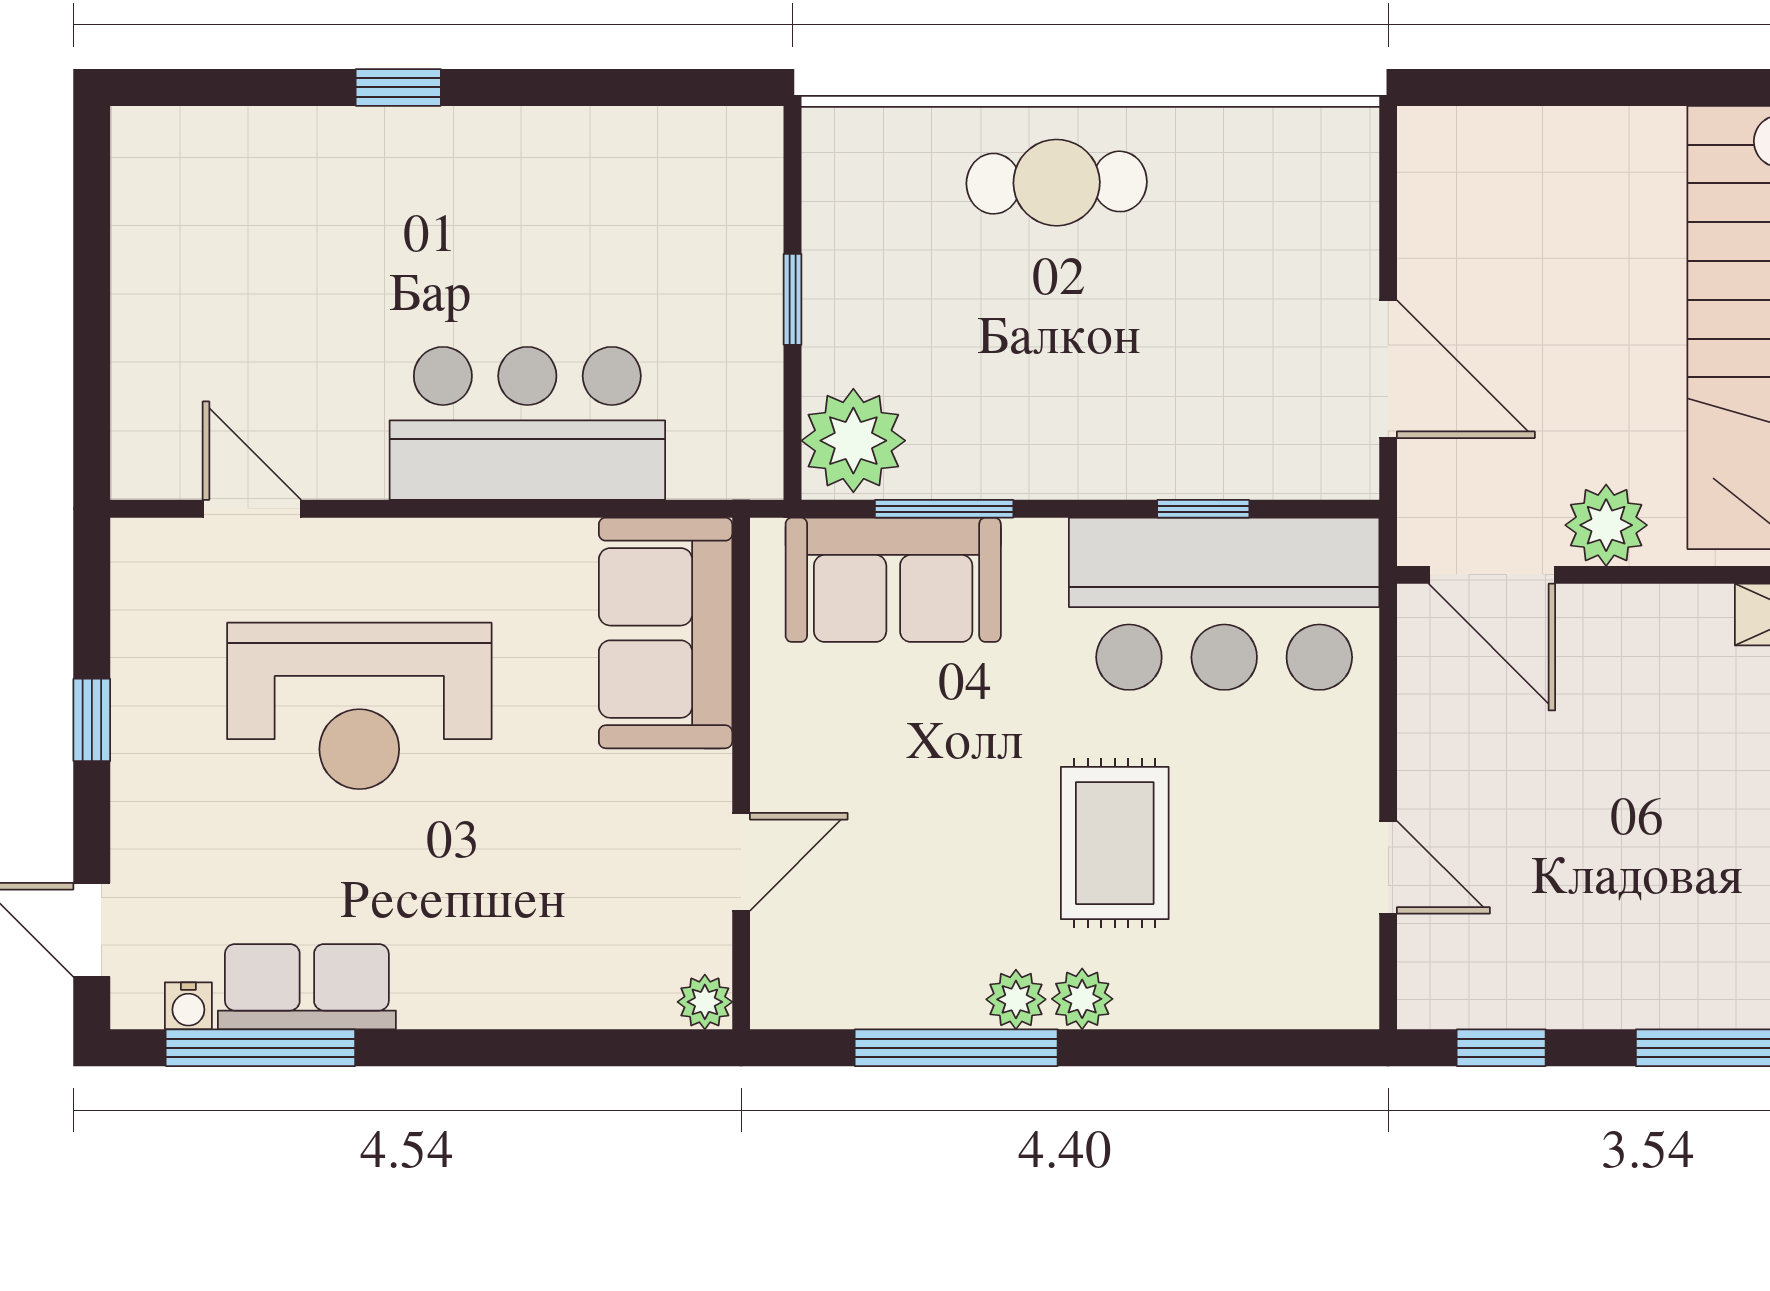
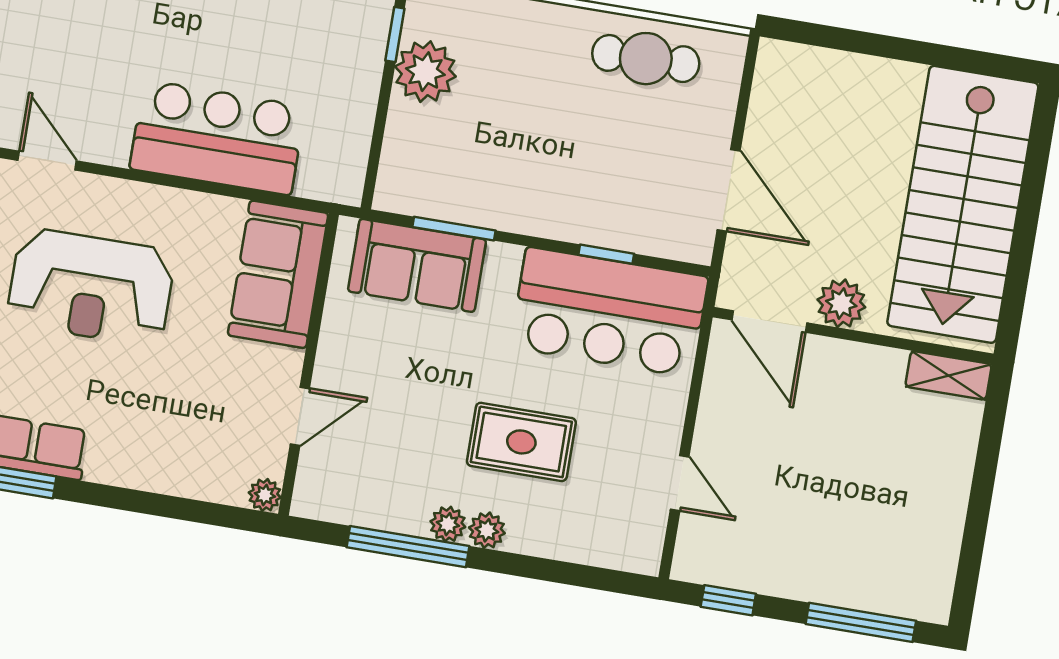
cafe table: (1057, 183) -> (646, 59), moved
window: (793, 299) -> (395, 34), moved
plant: (853, 441) -> (425, 72), moved
rug: (1115, 843) -> (521, 442), turned 90

